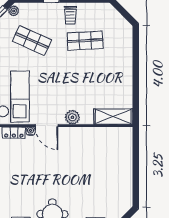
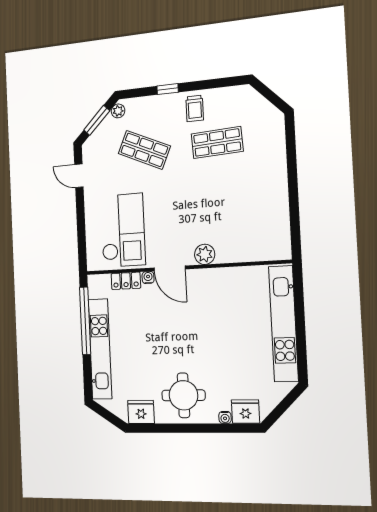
shelving: (113, 117) -> (263, 250), removed
kitchen unit: (125, 167) -> (284, 324), added

